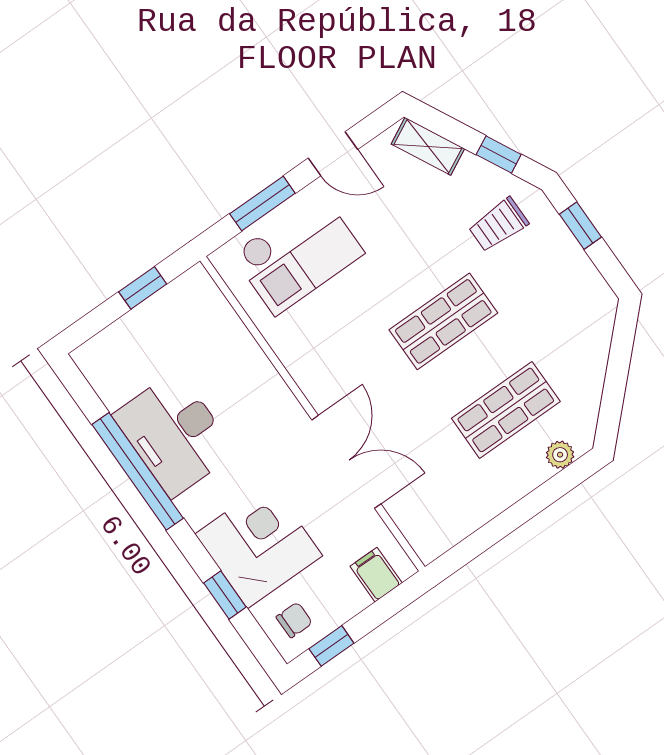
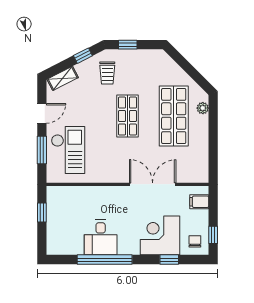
shop shelf: (506, 410) -> (174, 116), width x1.43, depth x1.36
desk: (174, 434) -> (101, 237), width x0.73

